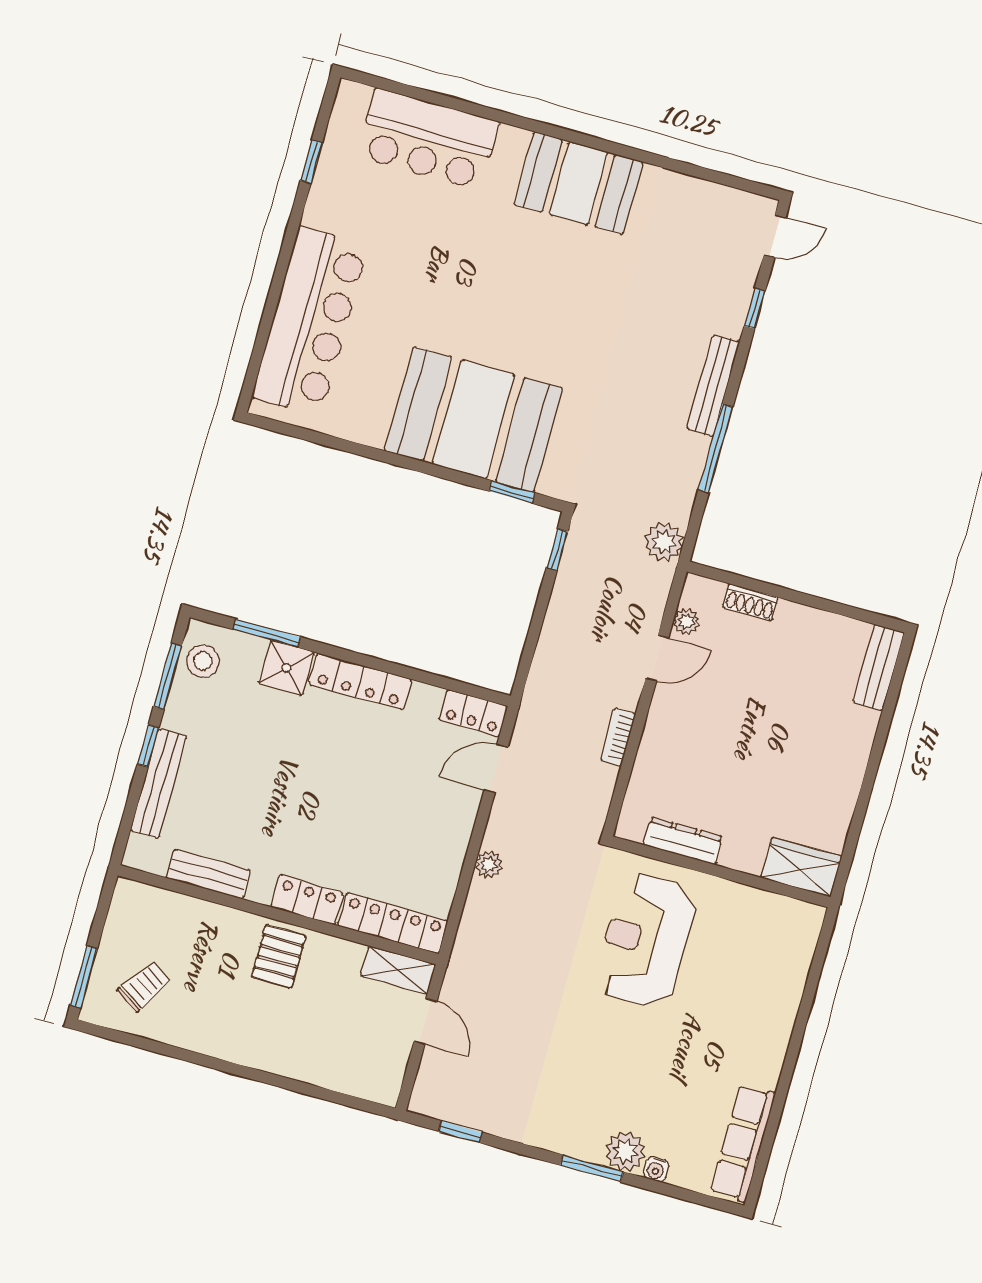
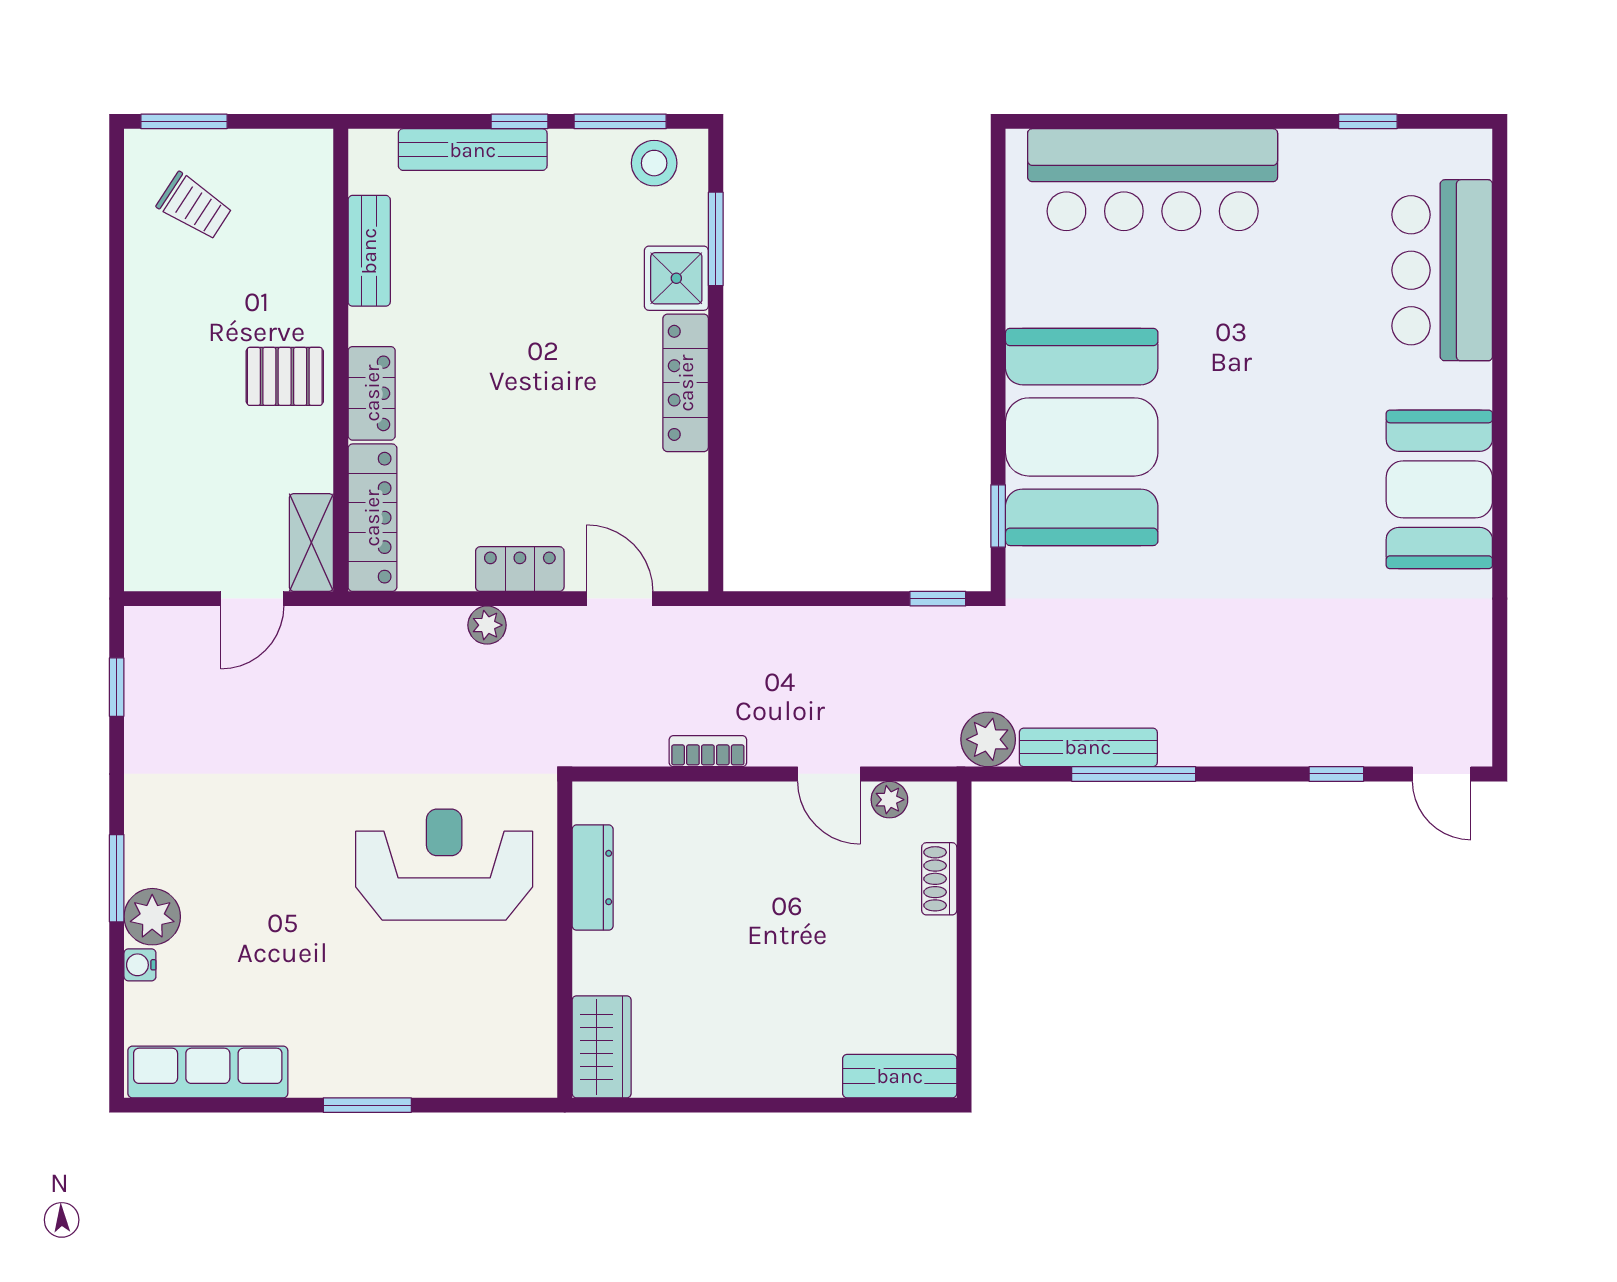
bench: (713, 385) -> (1088, 747), moved
locker: (473, 713) -> (520, 569), moved, turned 90
window: (796, 1040) -> (367, 1105), added

